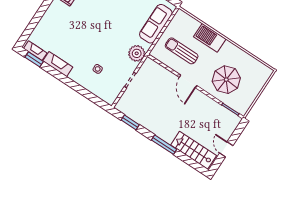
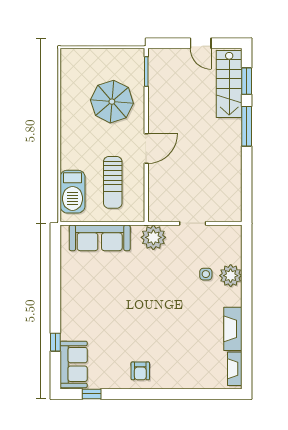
barbecue: (210, 38) -> (73, 192), moved
window: (34, 59) -> (247, 363), removed
plant: (88, 82) -> (231, 276), added
window: (130, 122) -> (247, 81), moved
door: (226, 149) -> (201, 43), hinge flipped

